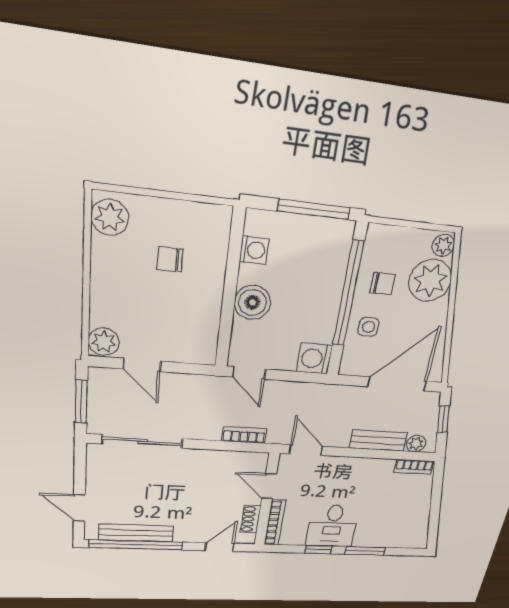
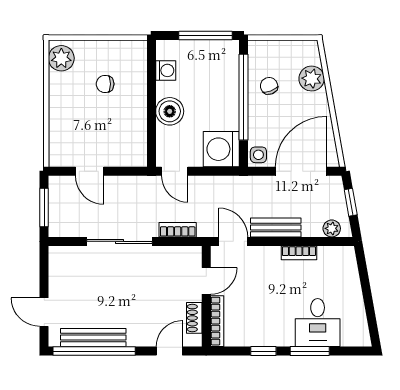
plant: (443, 245) -> (311, 51), removed
plant: (430, 281) -> (312, 79), width x0.73, depth x0.73
chair: (382, 284) -> (269, 86), turned -111
side table: (369, 327) -> (258, 155), moved
plant: (104, 342) -> (60, 154), removed
washing machine: (314, 358) -> (221, 149), width x1.37, depth x1.37
bench: (378, 440) -> (276, 228), moved
sliding door: (142, 441) -> (119, 241), moved
bookcase: (414, 467) -> (299, 253), moved
door: (269, 486) -> (206, 281), swing flipped
desk: (332, 526) -> (318, 323), moved

